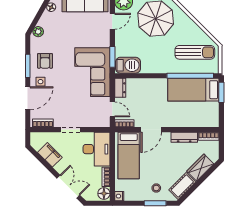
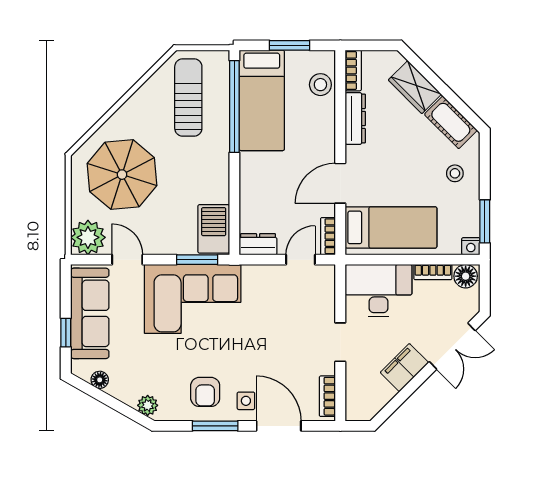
armchair: (45, 61) -> (205, 392), turned 90
corner sofa: (92, 72) -> (193, 299), moved
window: (221, 92) -> (290, 45), moved
stool: (201, 120) -> (320, 85), added
door: (151, 130) -> (340, 183), swing flipped
filing cabinet: (50, 155) -> (404, 368), moved
double door: (68, 187) -> (452, 346), swing flipped
window: (155, 203) -> (485, 221), moved

